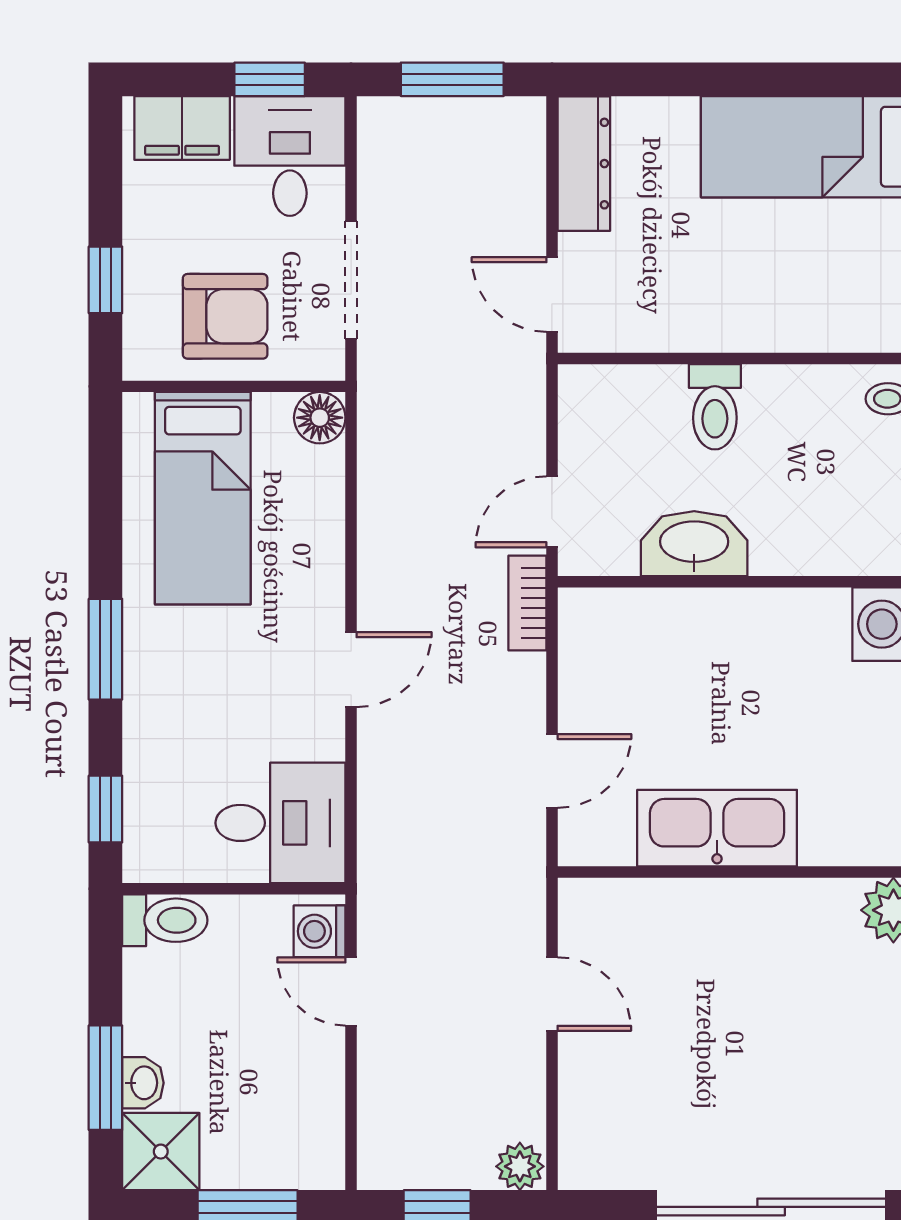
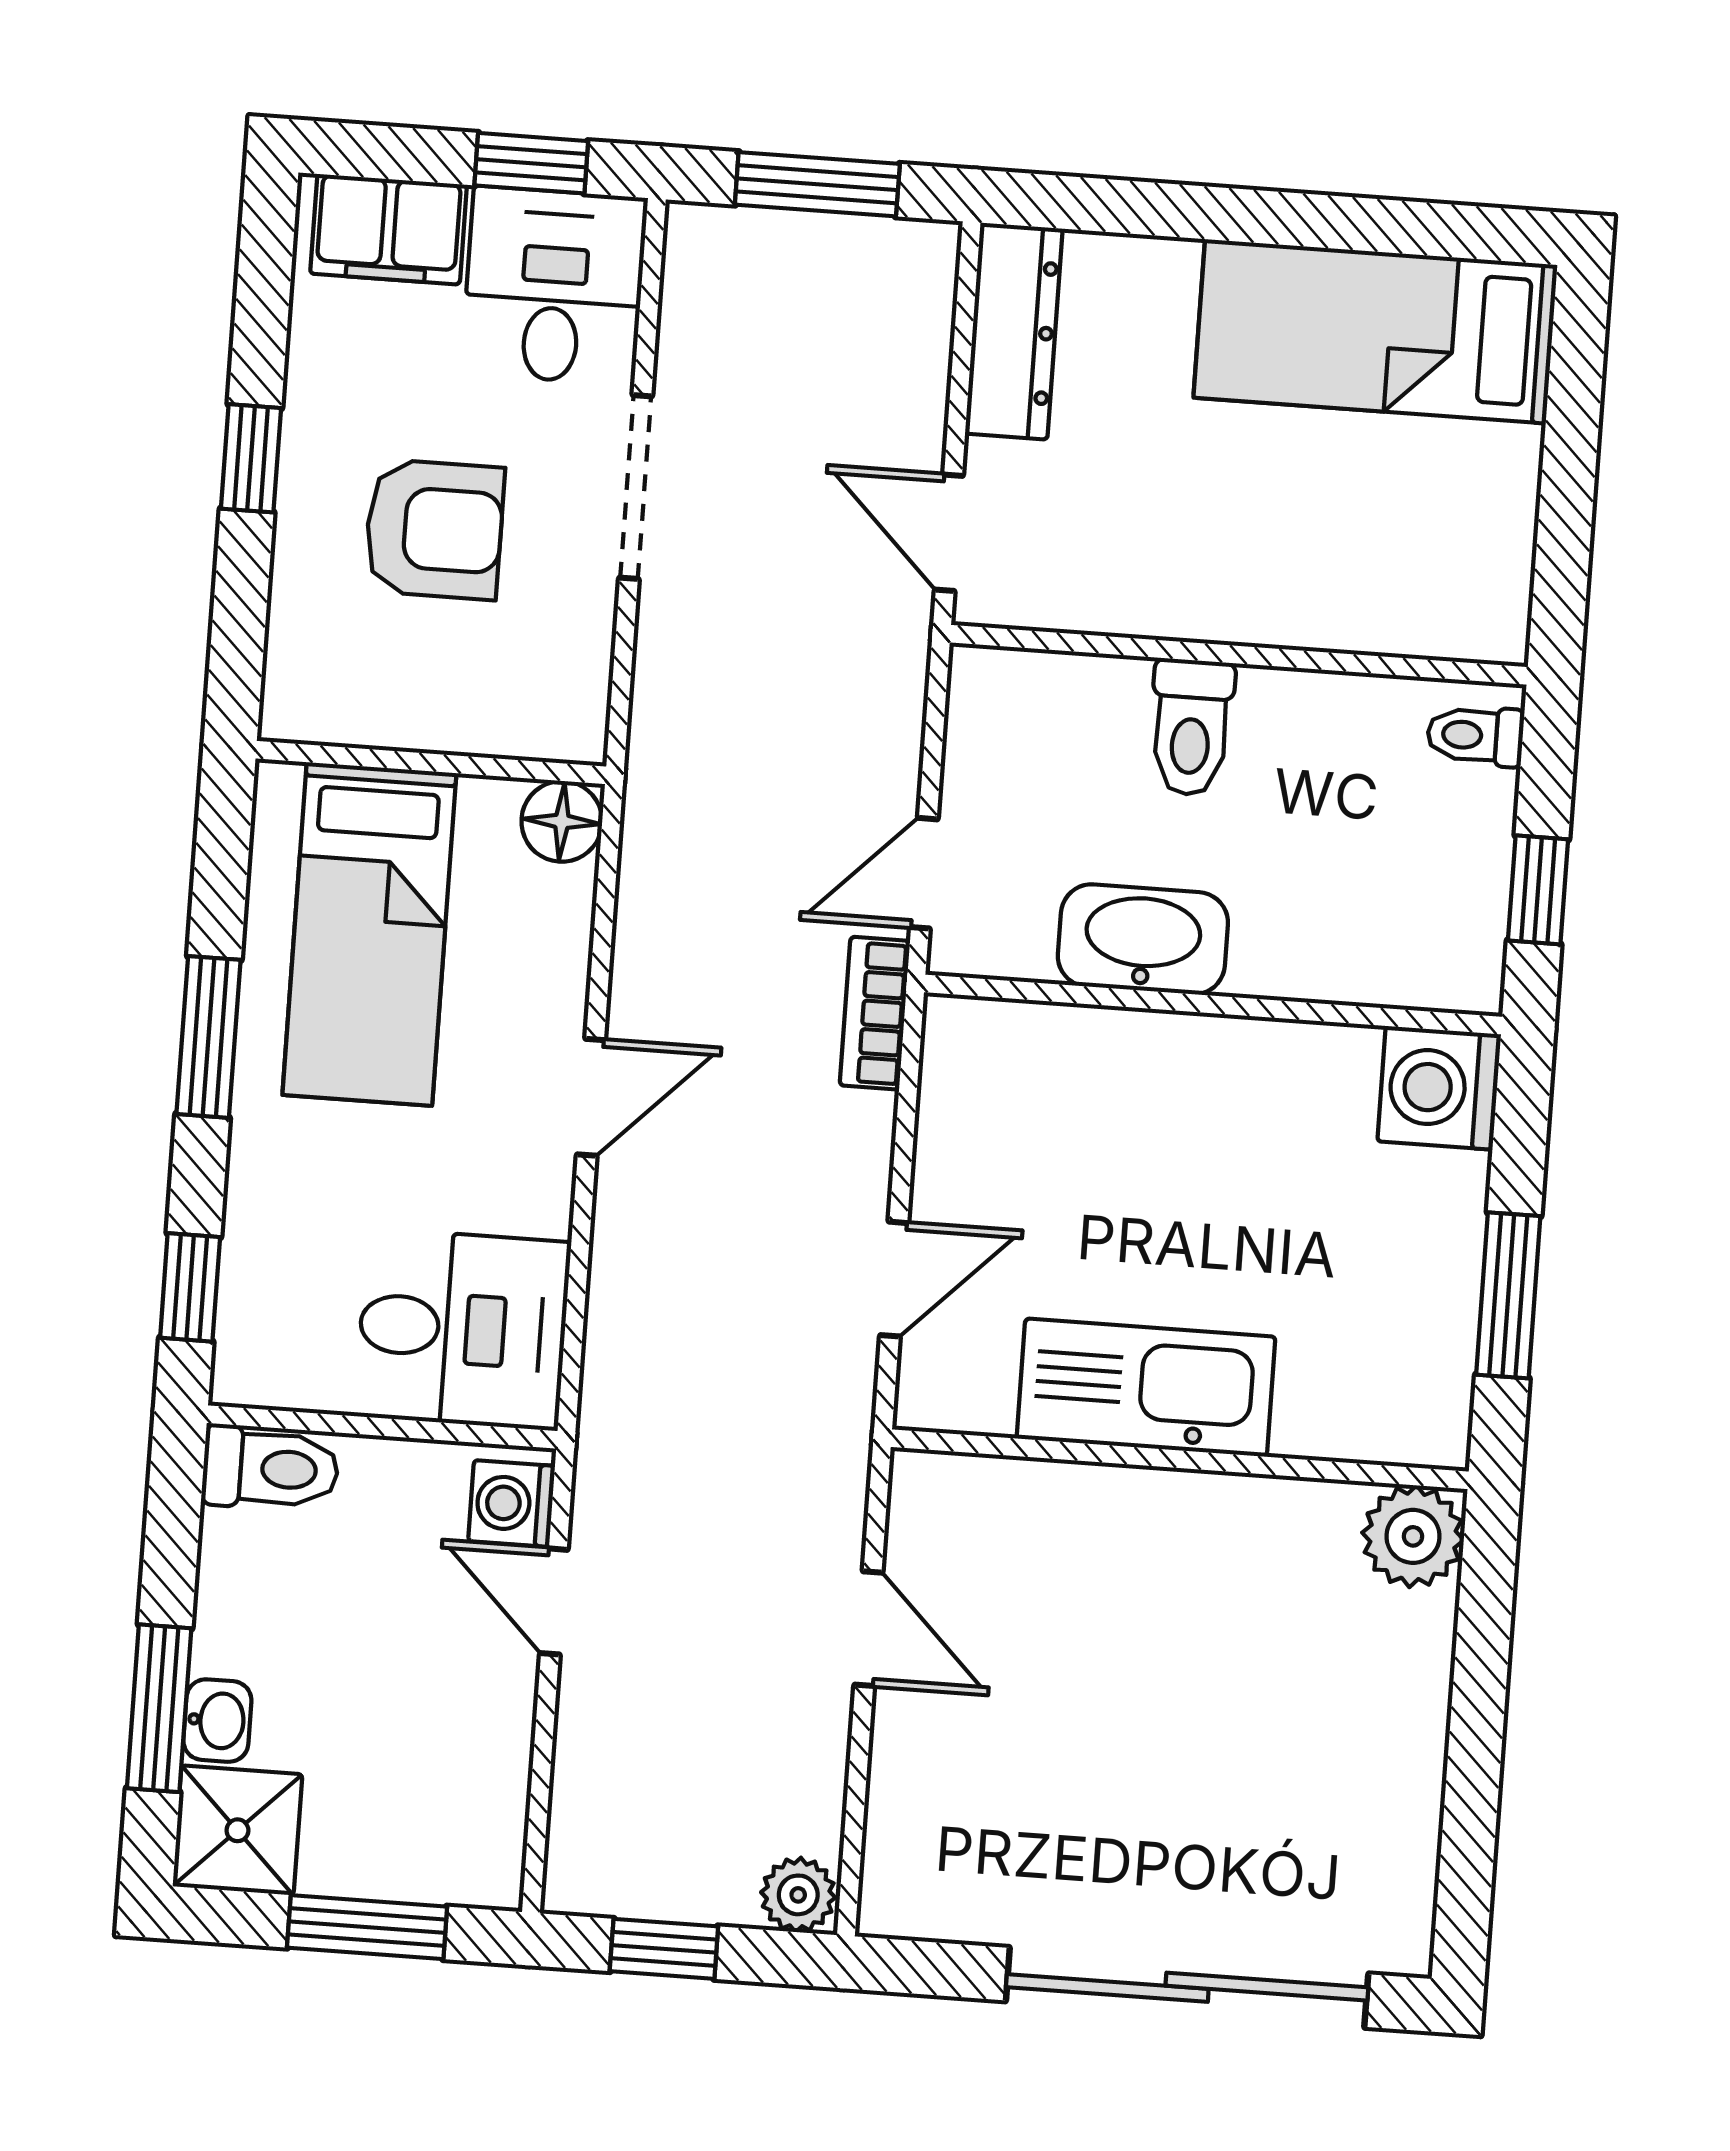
wall: (234, 386) -> (431, 762), moved
floor lamp: (320, 418) -> (562, 821), moved
bed: (203, 498) -> (369, 934), moved

